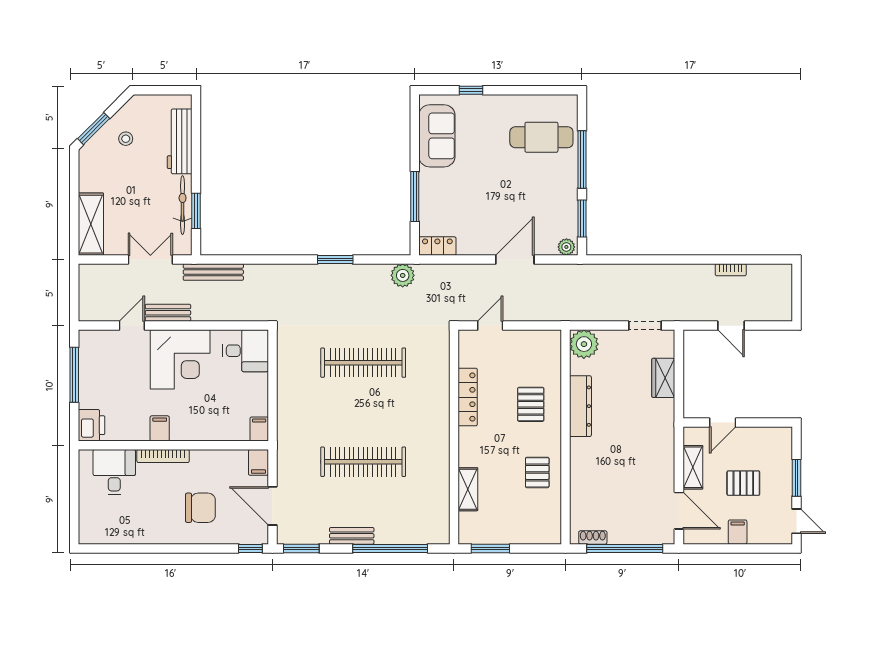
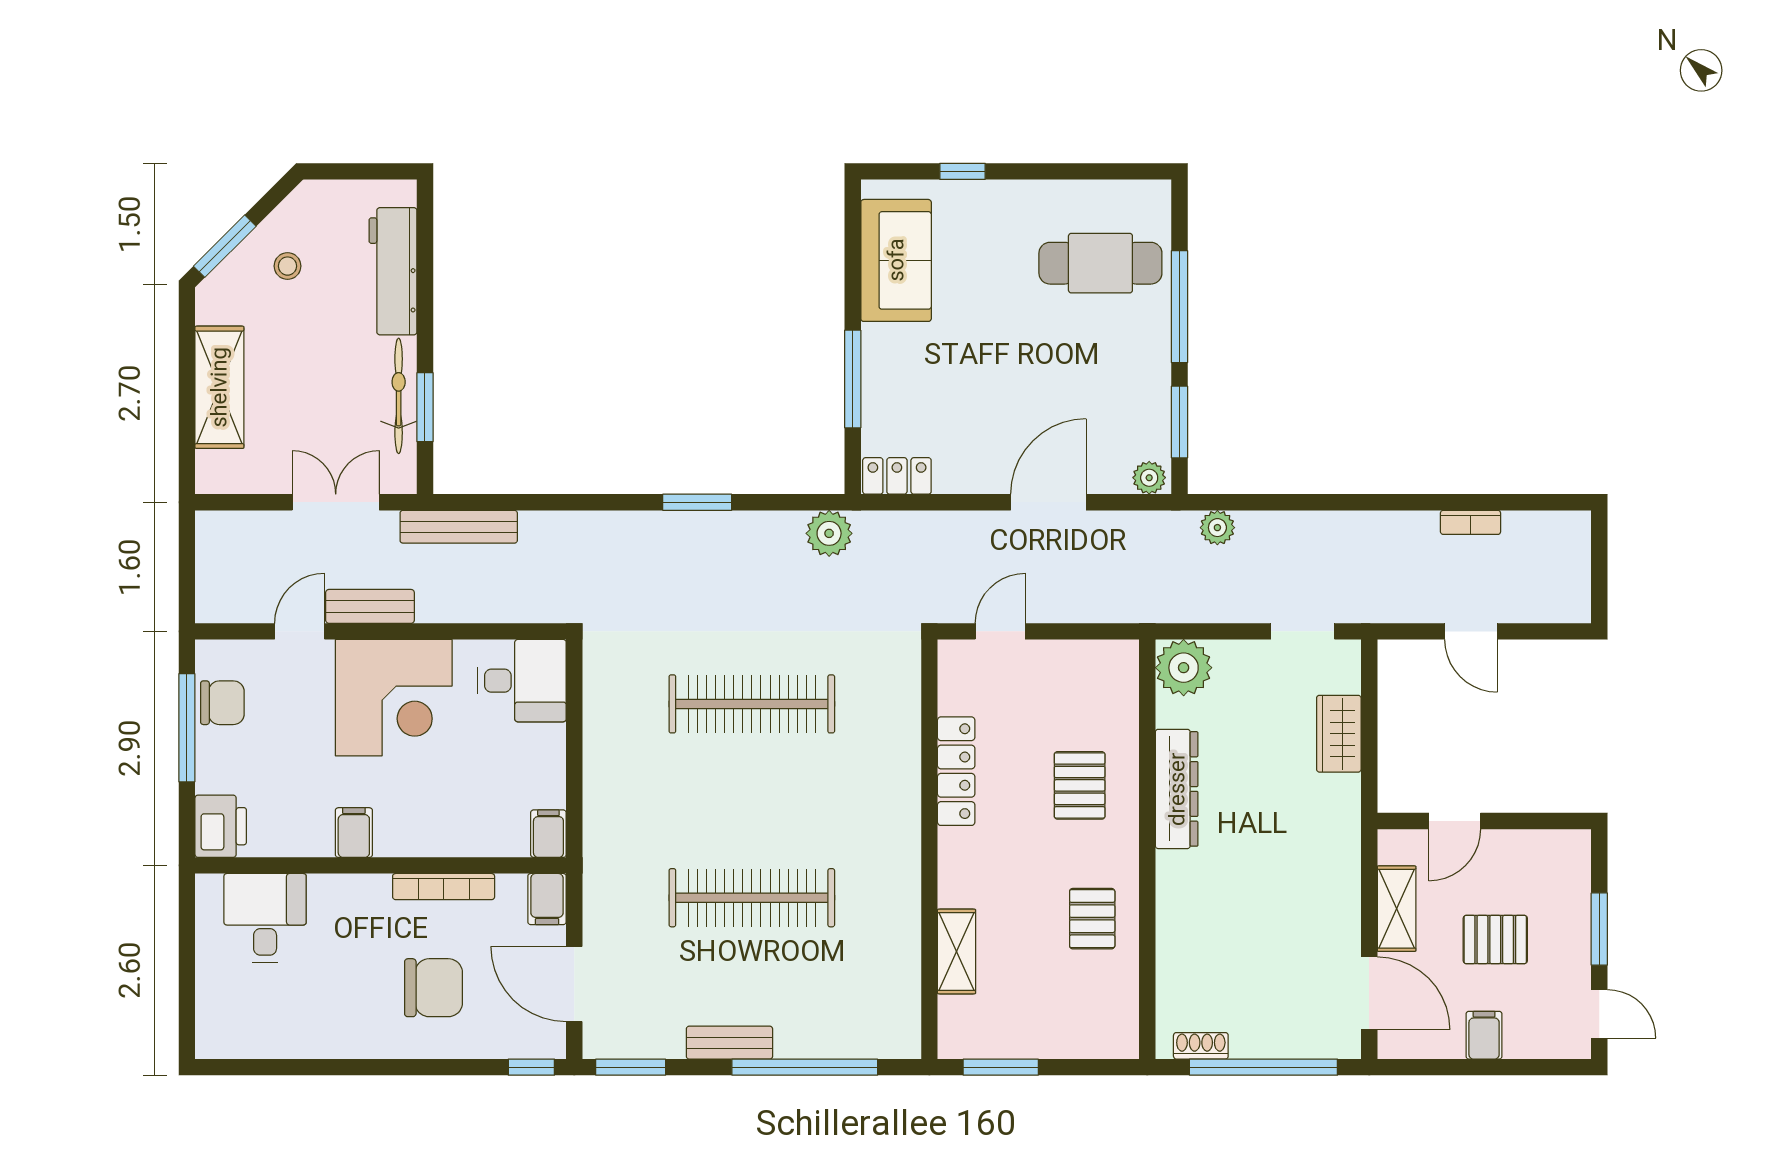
shelving: (91, 224) -> (219, 387), moved
plant: (601, 272) -> (1217, 528), added
chair: (92, 362) -> (222, 703), added
bookcase: (163, 456) -> (444, 887), moved

